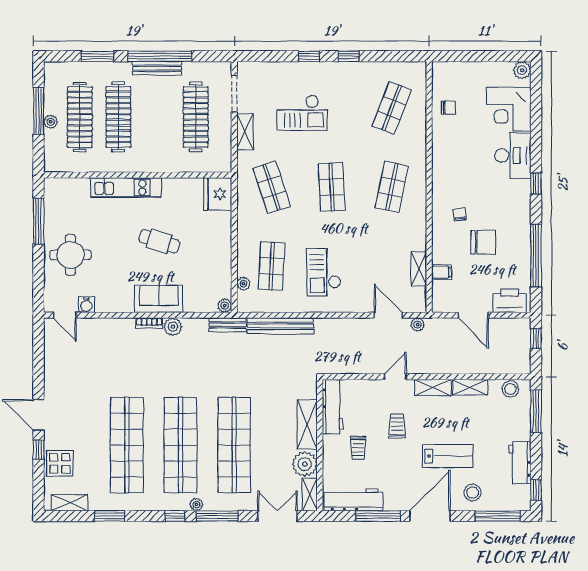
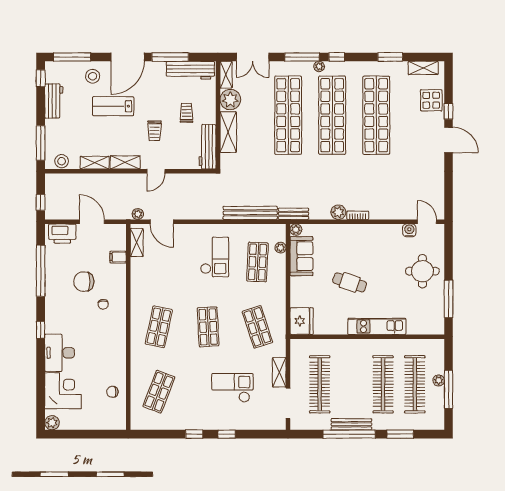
shelving: (419, 269) -> (137, 242), moved
sofa: (159, 299) -> (301, 256), moved, turned -90

